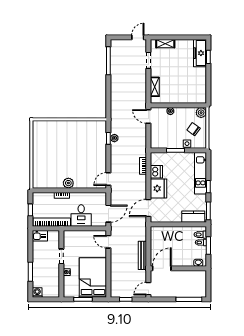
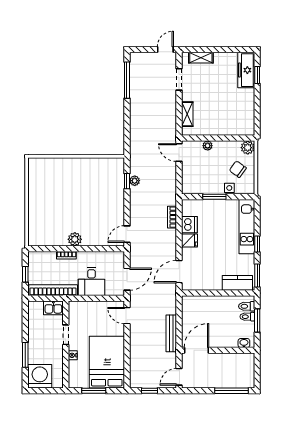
fridge: (158, 189) -> (189, 241), width x0.53, depth x0.75
kitchen sink: (40, 236) -> (53, 308), moved
washing machine: (37, 293) -> (40, 376), width x1.89, depth x1.89

